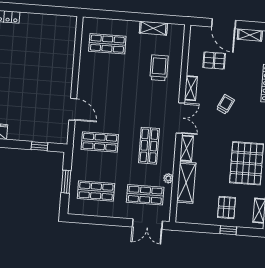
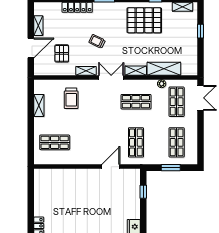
shop shelf: (107, 44) -> (55, 142), turned 90
trolley: (159, 68) -> (71, 98), turned -90
pallet: (227, 207) -> (182, 34), removed

